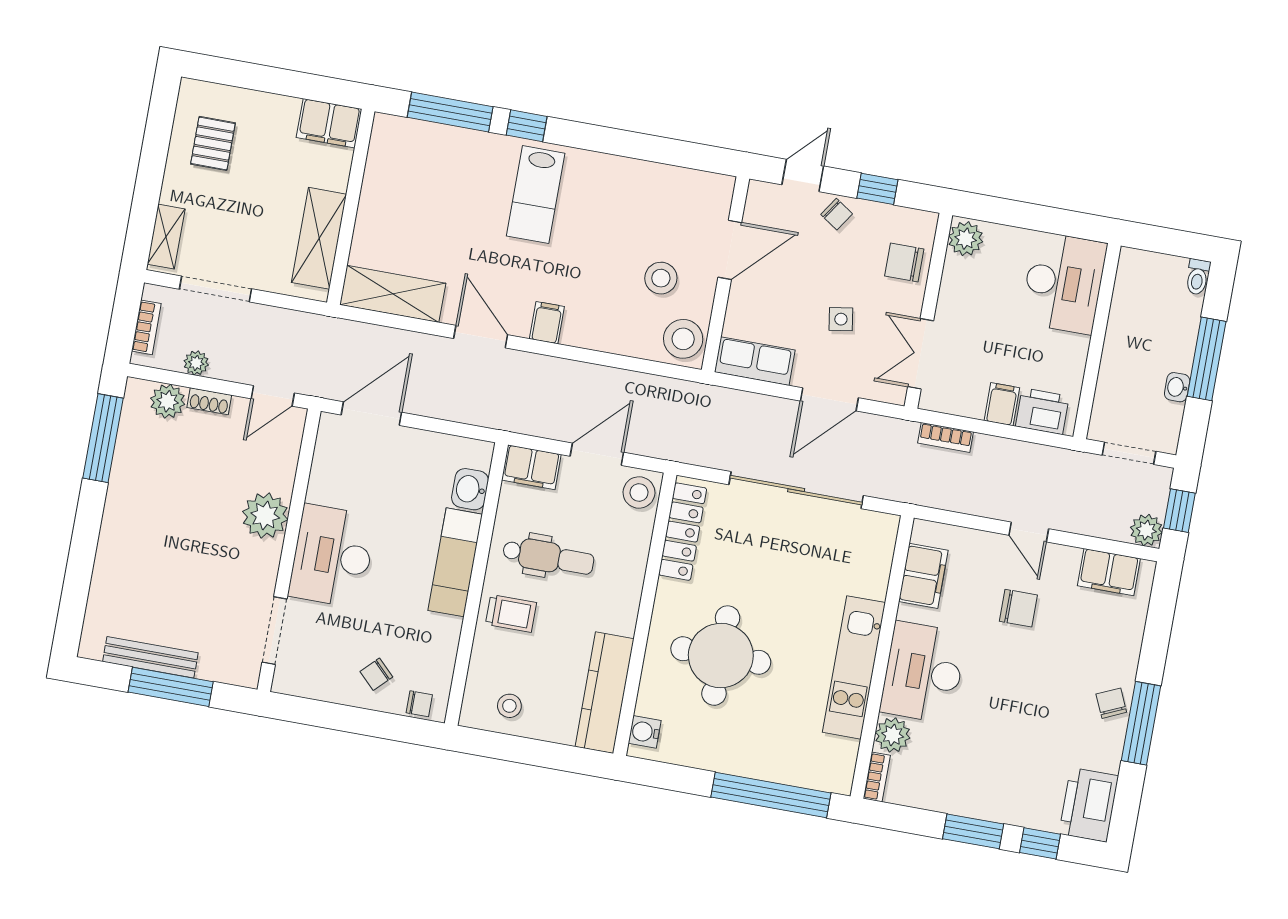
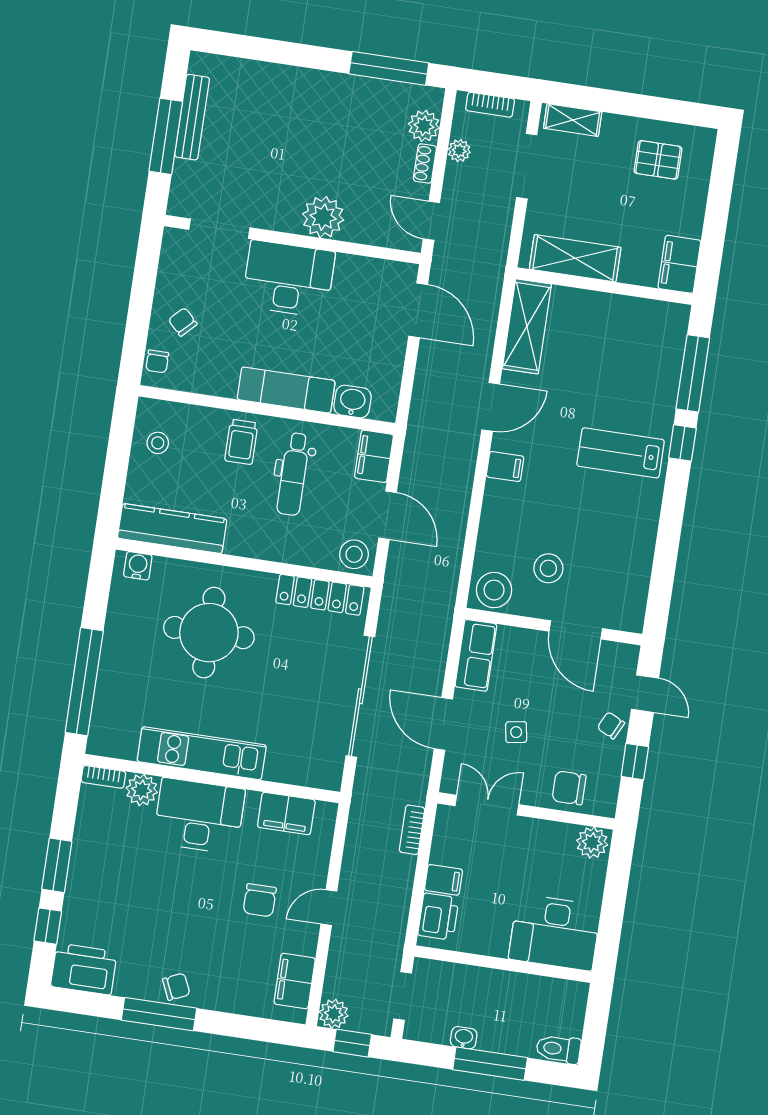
chair: (837, 214) -> (611, 725), turned 82
chair: (904, 262) -> (569, 788), turned -90
toilet: (1198, 277) -> (558, 1049), width x1.37, depth x1.39

